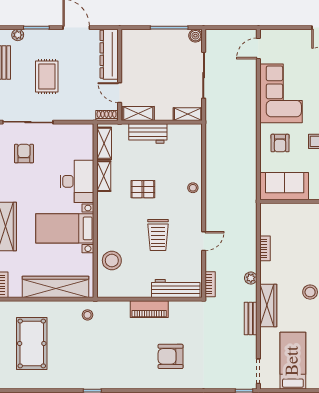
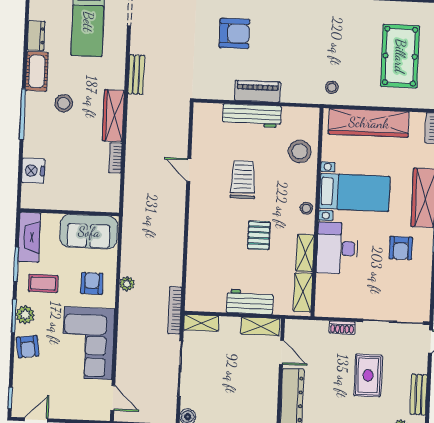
door: (258, 48) -> (113, 398), hinge flipped
shoe rack: (107, 115) -> (342, 328), moved
armchair: (24, 154) -> (401, 248), moved
stool: (193, 188) -> (306, 208), moved
pallet: (143, 189) -> (259, 235), turned 90
door: (204, 241) -> (189, 170), hinge flipped
plant: (251, 278) -> (127, 284), moved
bookcase: (210, 284) -> (175, 310), moved, width x1.56
workbench: (176, 289) -> (252, 116), moved
wardrobe: (268, 305) -> (113, 116), moved

